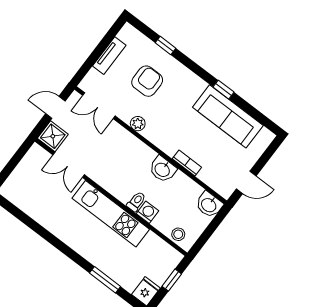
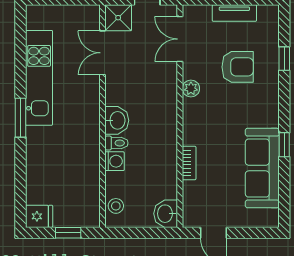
washbasin: (163, 169) -> (117, 120), moved, turned 180
kitchen unit: (111, 214) -> (39, 78), moved, turned 180
window: (105, 280) -> (21, 118), moved

